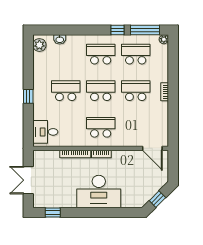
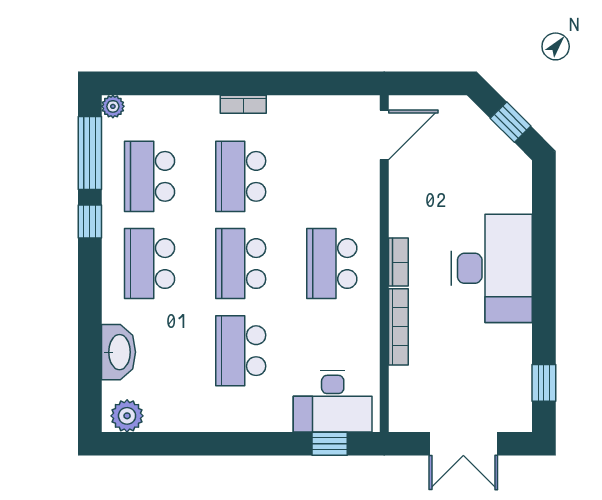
washbasin: (60, 39) -> (118, 352), width x1.91, depth x1.45
window: (28, 96) -> (330, 444), moved
desk: (45, 132) -> (333, 401), width x1.37

